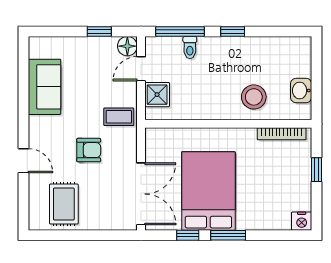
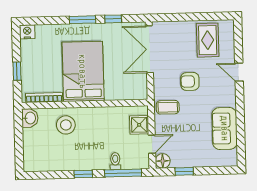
washbasin: (301, 91) -> (30, 118), moved
bed: (208, 191) -> (83, 71), moved, turned 180

